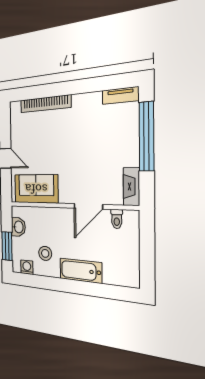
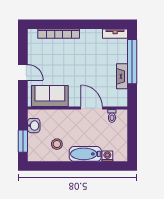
fireplace: (131, 187) -> (122, 76), moved
door: (88, 206) -> (92, 108), swing flipped
washing machine: (27, 267) -> (107, 156), moved

